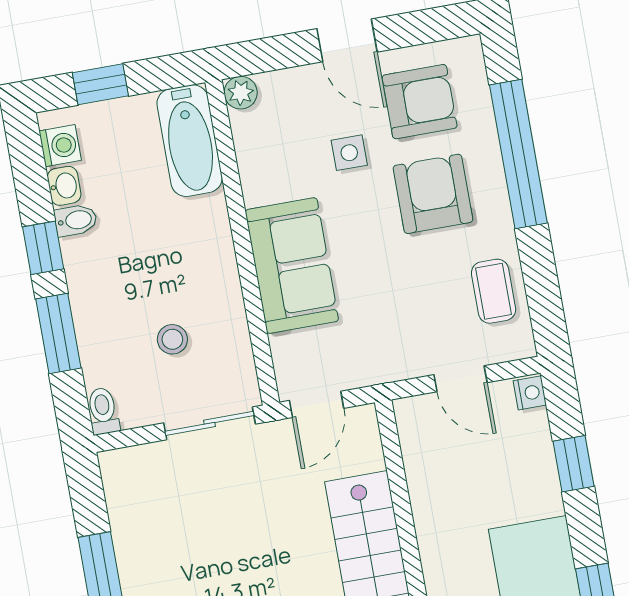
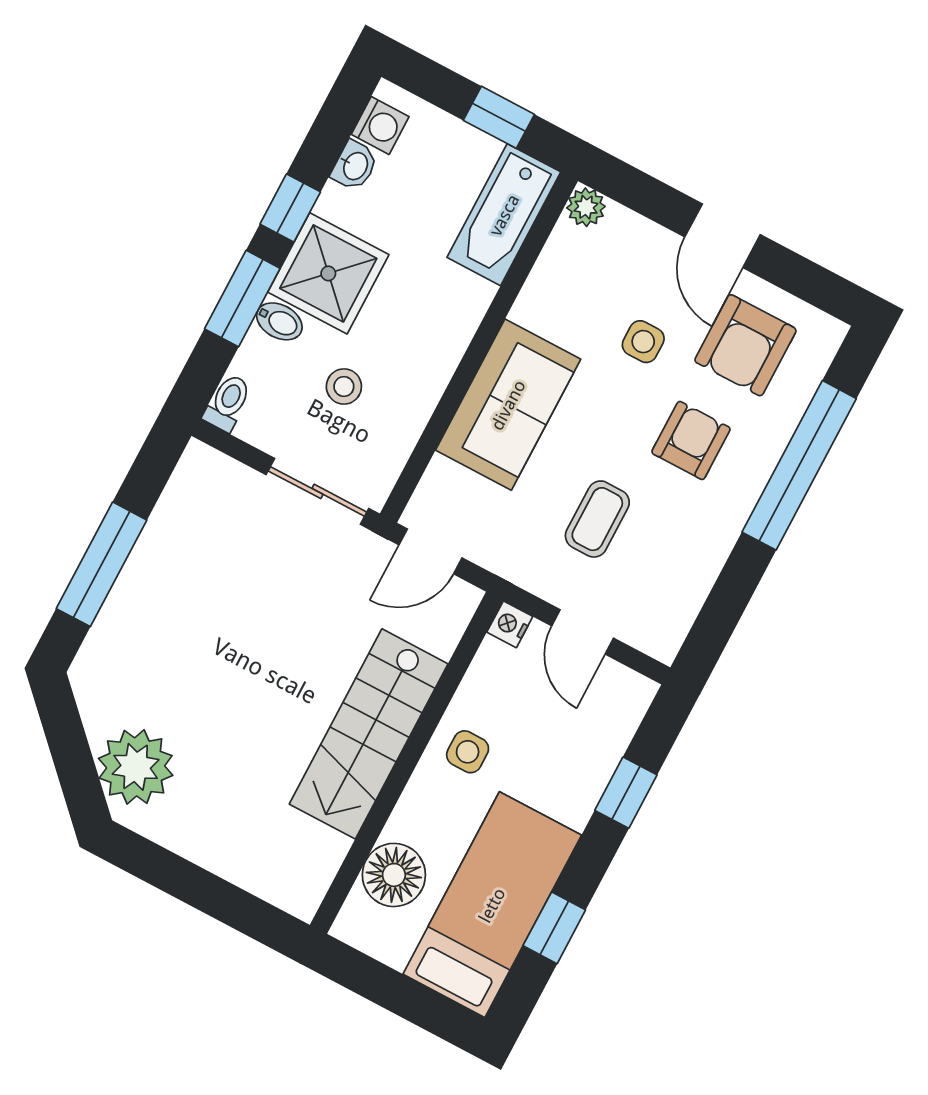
window: (100, 84) -> (499, 117), moved
armchair: (420, 102) -> (745, 345), turned 90
armchair: (433, 194) -> (691, 440), width x0.72, depth x0.72
bidet: (76, 220) -> (279, 321), moved
shower: (103, 272) -> (328, 273), added
coffee table: (494, 291) -> (597, 519), moved
nightstand: (530, 393) -> (510, 624), moved, turned 180
side table: (446, 519) -> (468, 752), added

